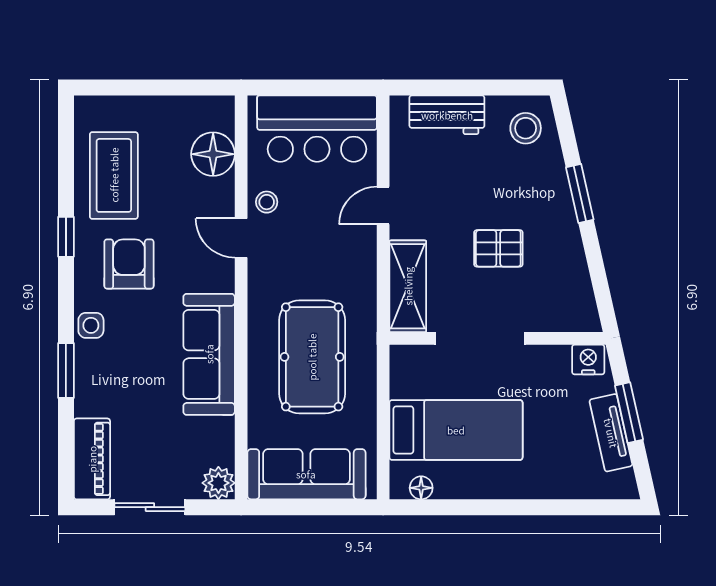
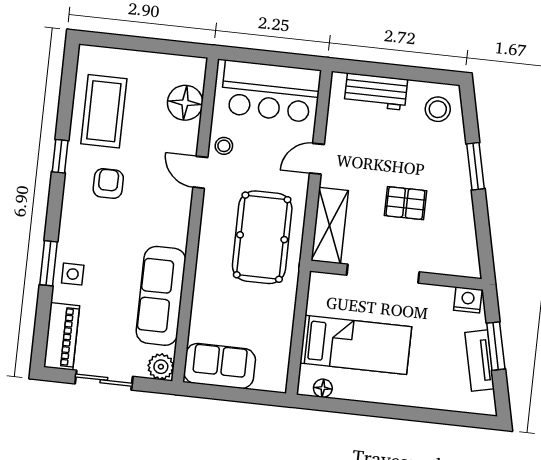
armchair: (129, 264) -> (108, 184), width x0.72, depth x0.72
side table: (91, 325) -> (73, 274), moved
sofa: (209, 354) -> (161, 296), moved
pool table: (312, 357) -> (262, 237), moved
sofa: (306, 474) -> (220, 366), width x0.73

